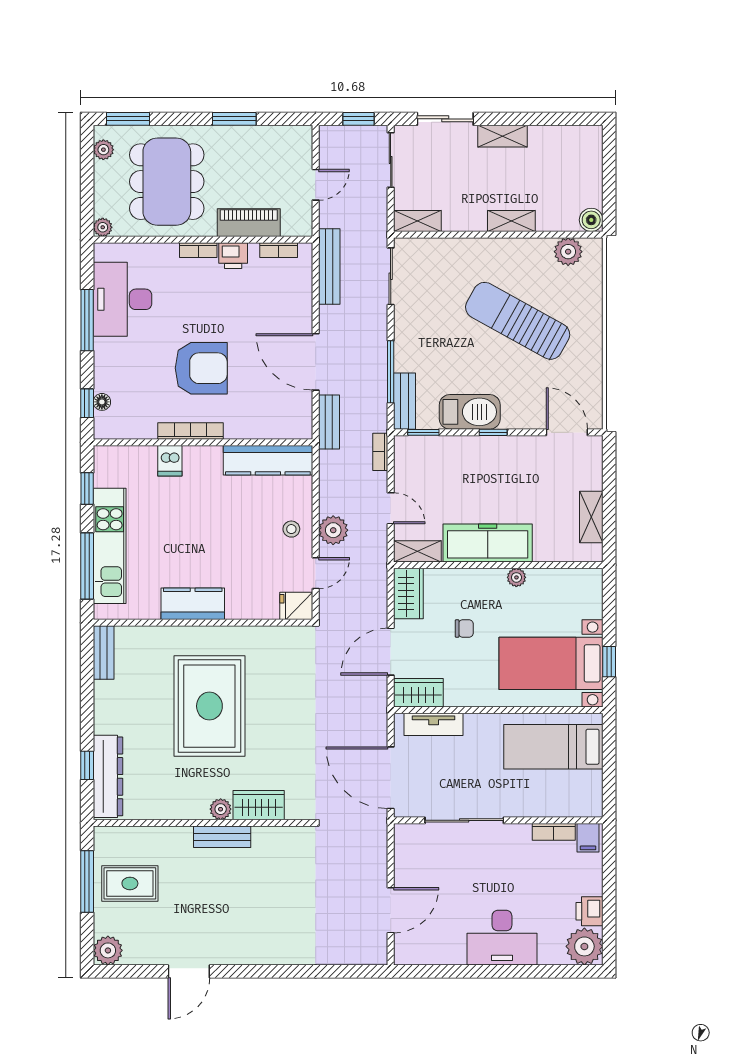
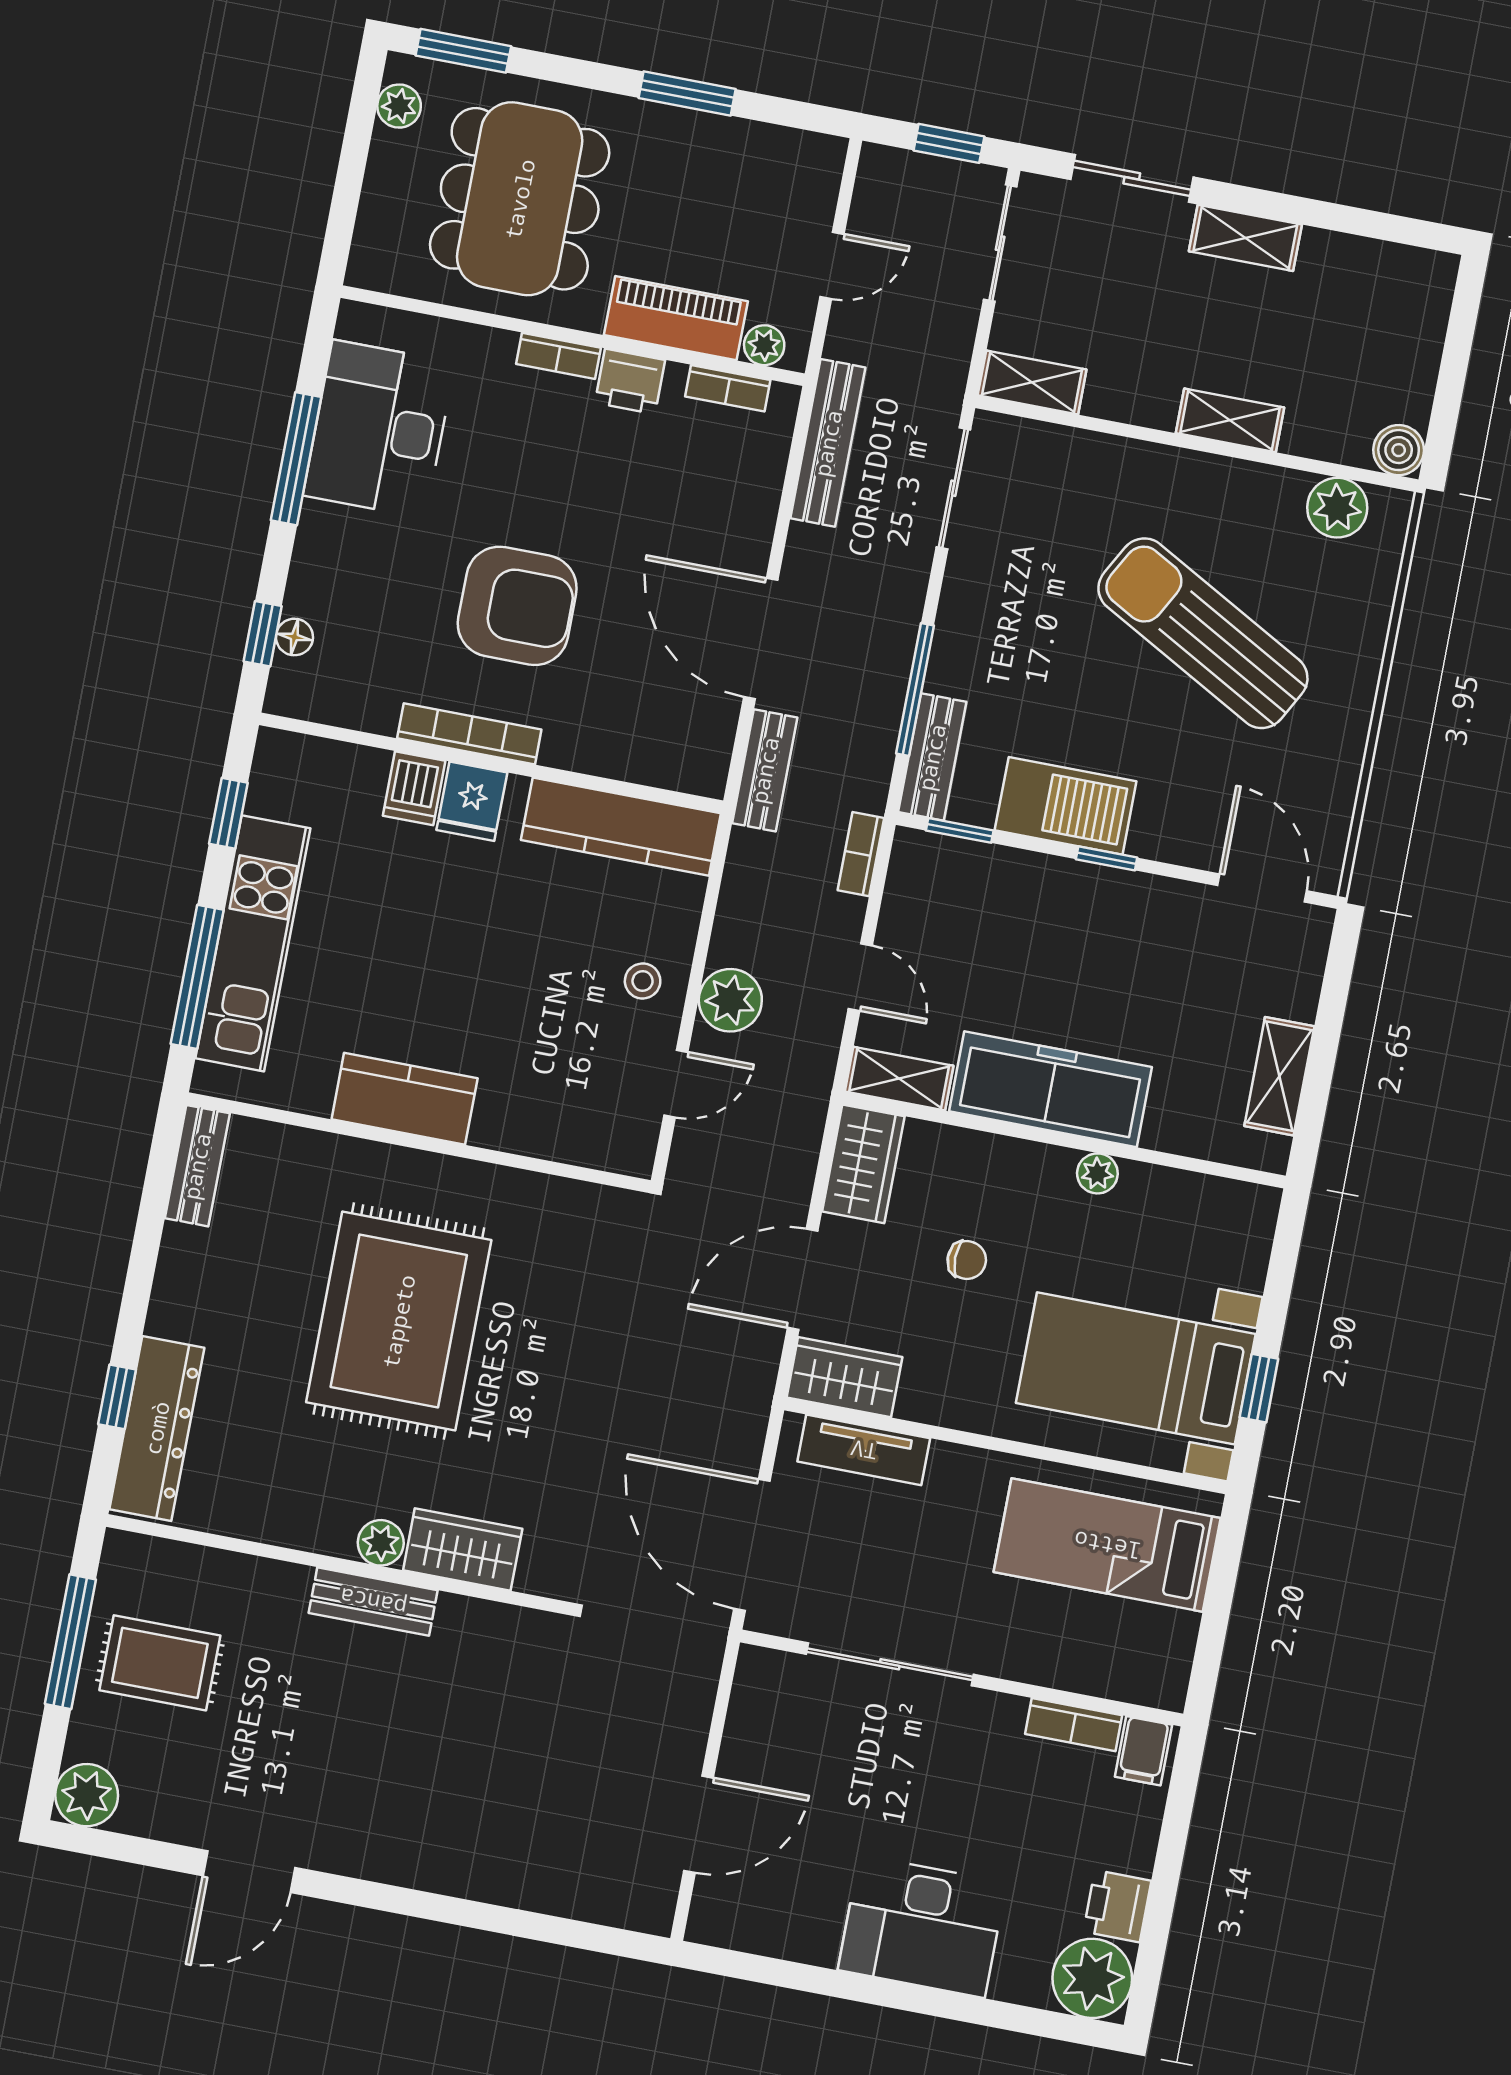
plant: (103, 227) -> (764, 345), moved
fridge: (296, 606) -> (472, 801), moved, turned -90

